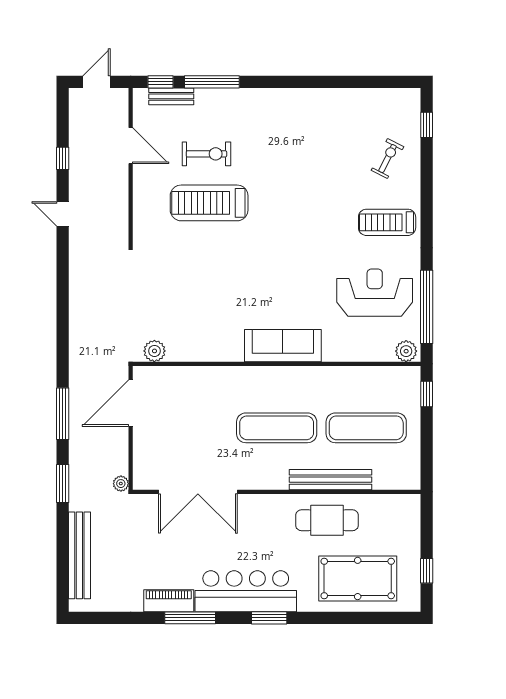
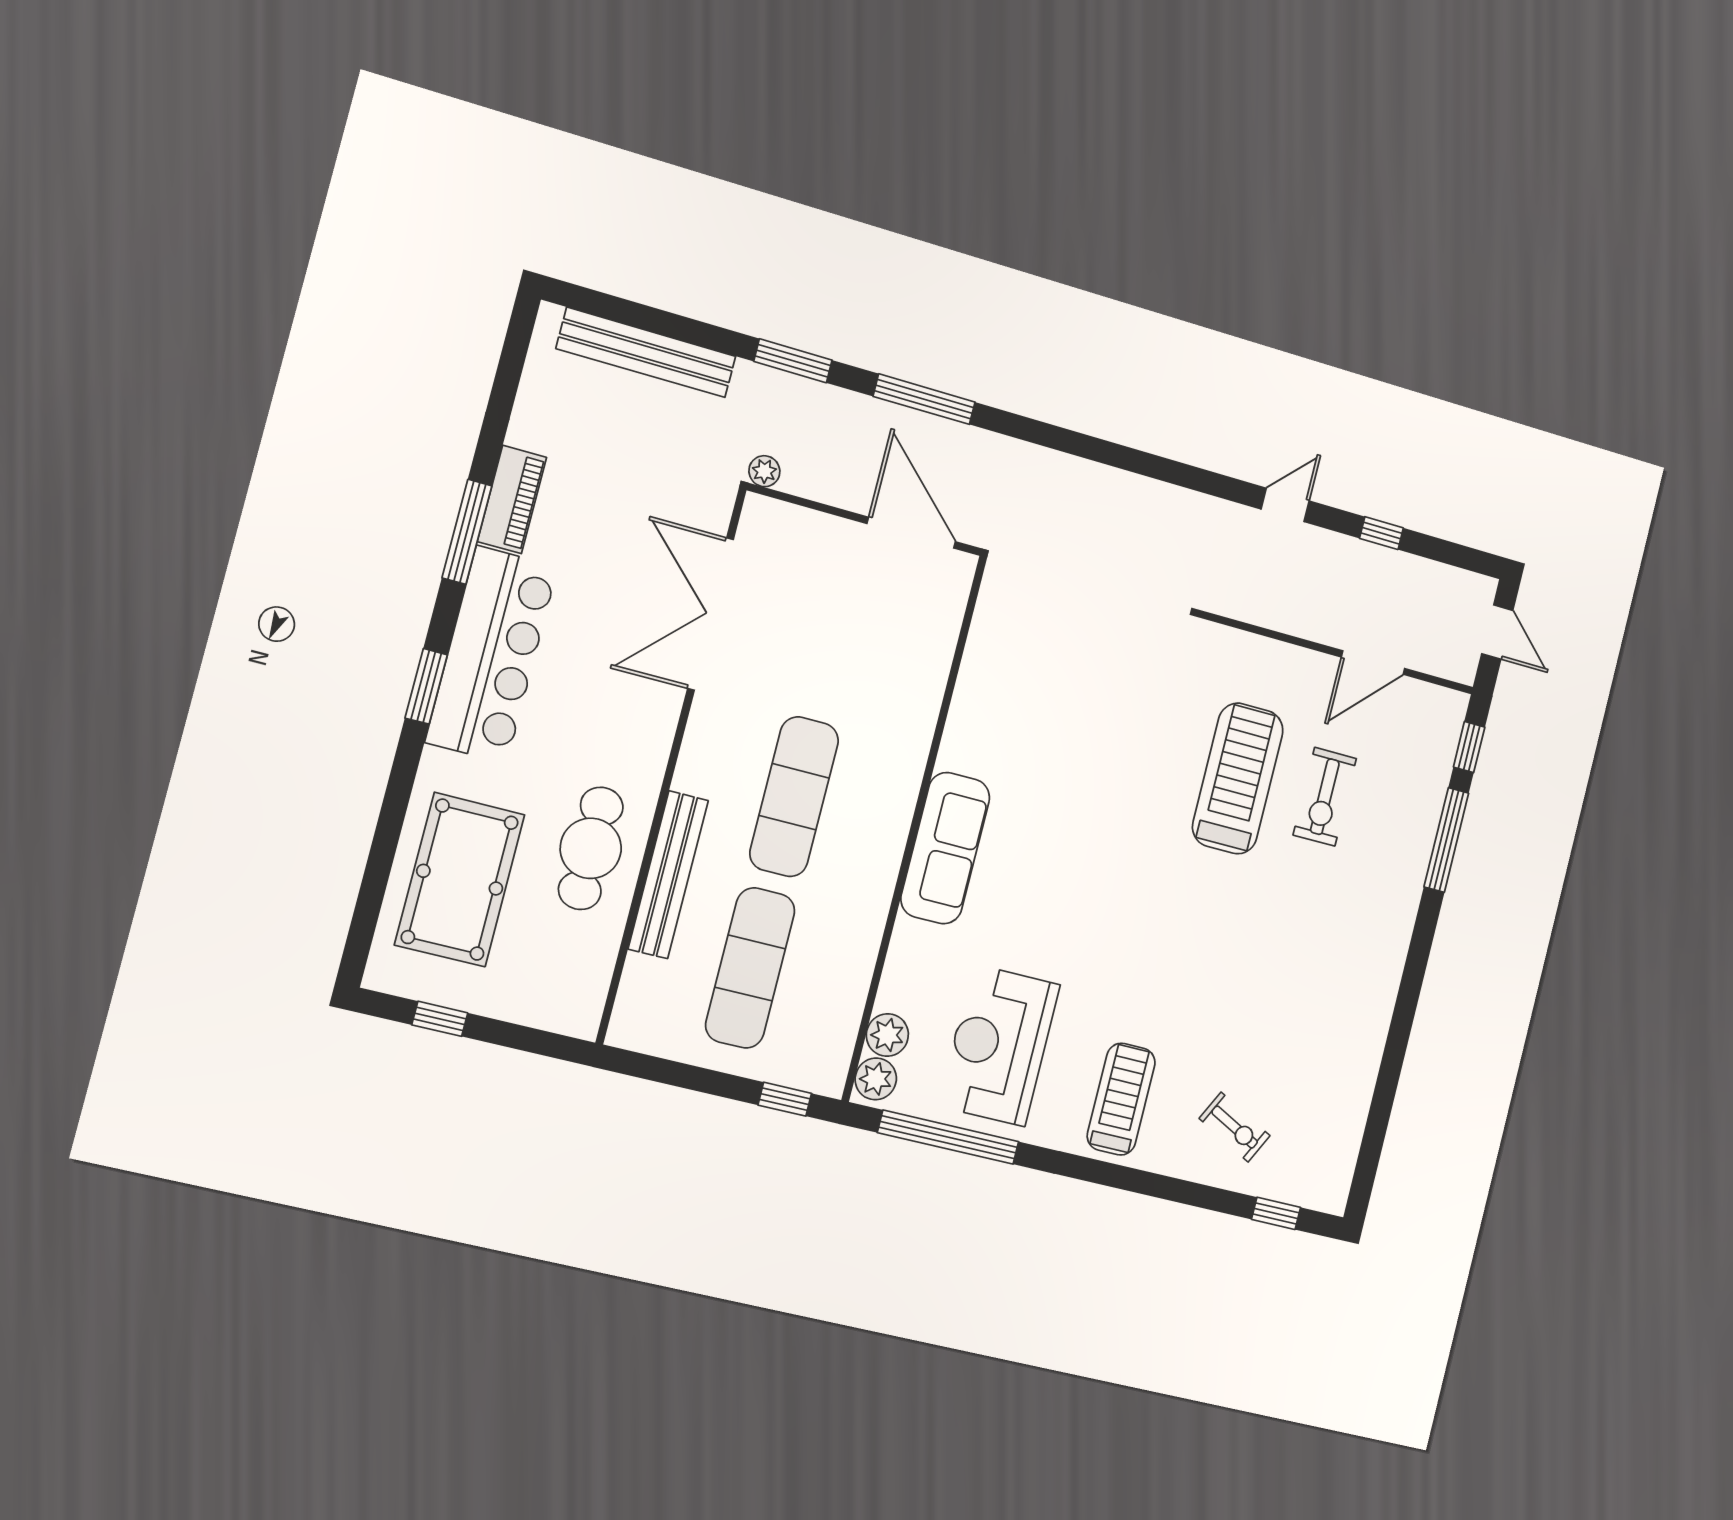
bench: (171, 96) -> (1440, 760), removed
reception desk: (375, 293) -> (999, 1045), turned 180
plant: (154, 351) -> (887, 1035), moved

